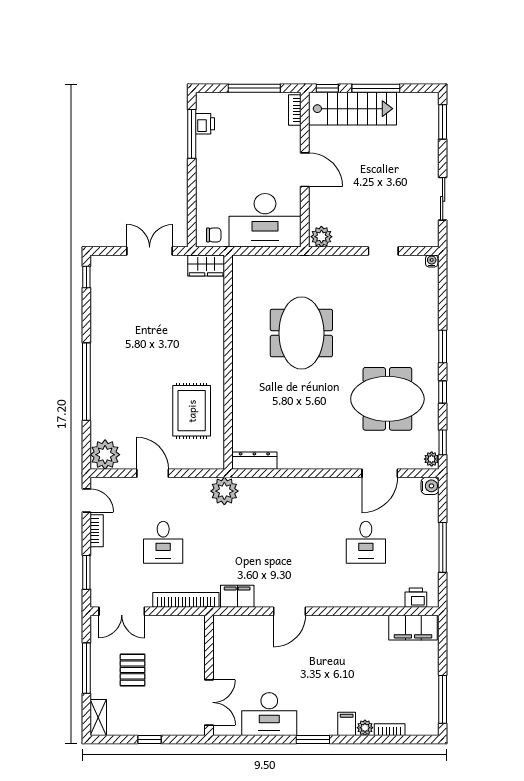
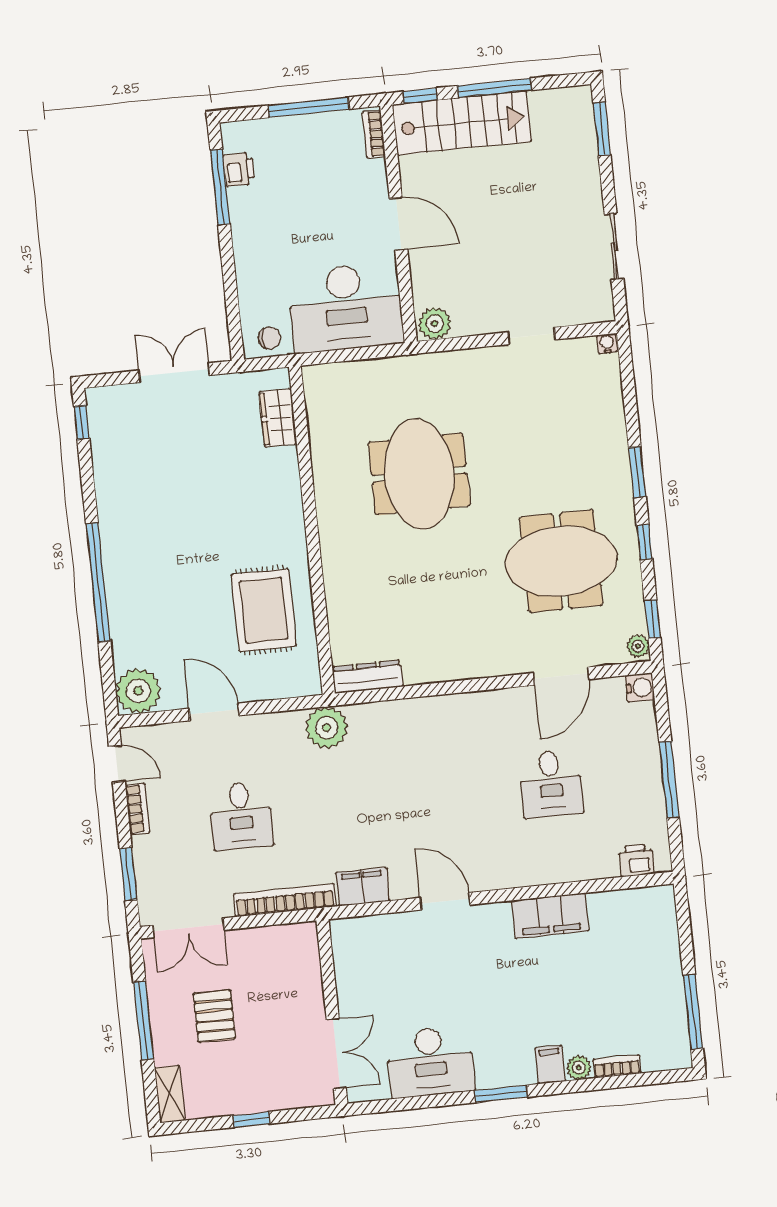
wardrobe: (206, 265) -> (278, 418), moved, turned 90
door: (289, 611) -> (445, 901), swing flipped
filing cabinet: (413, 628) -> (550, 916), moved

